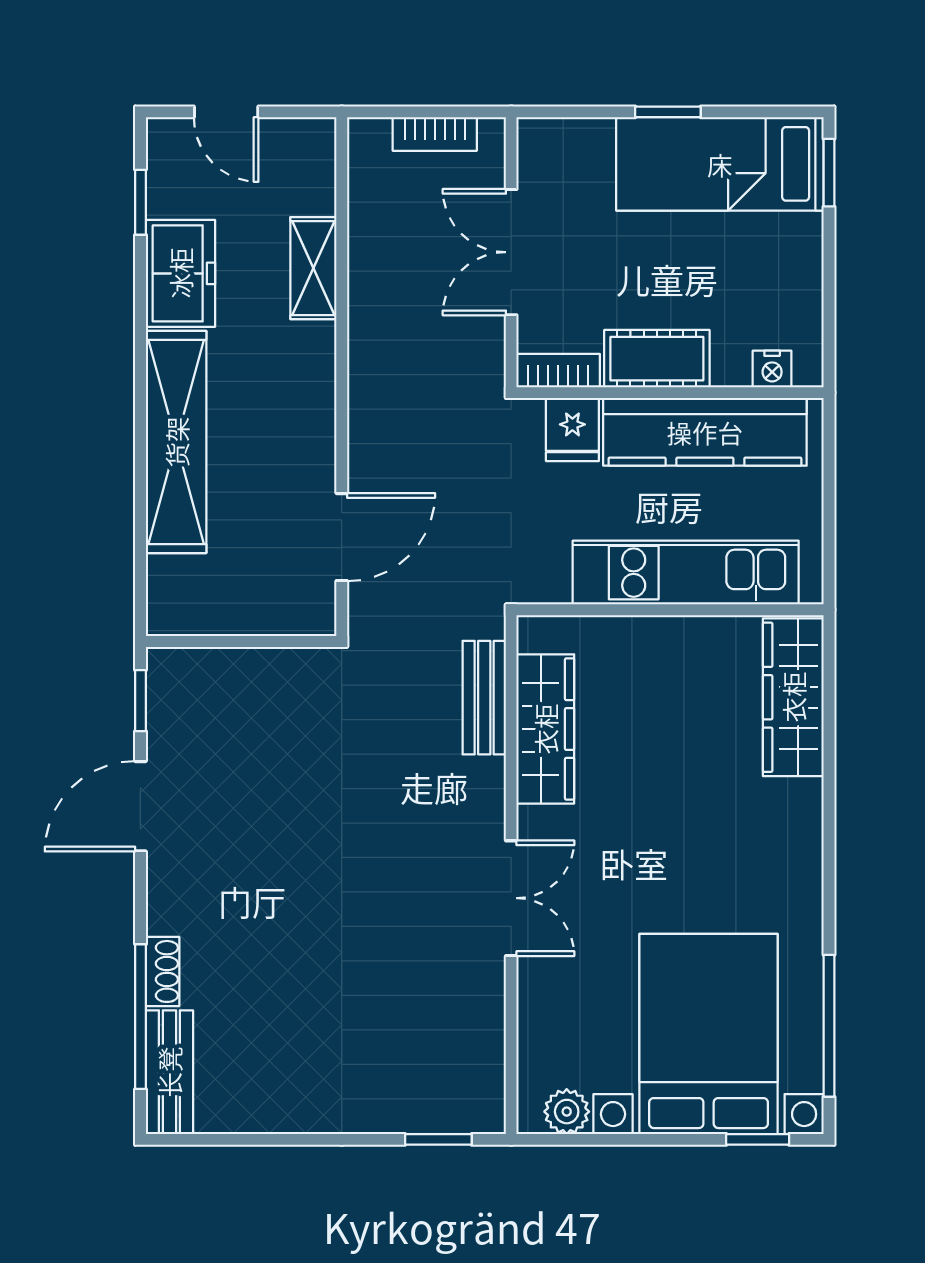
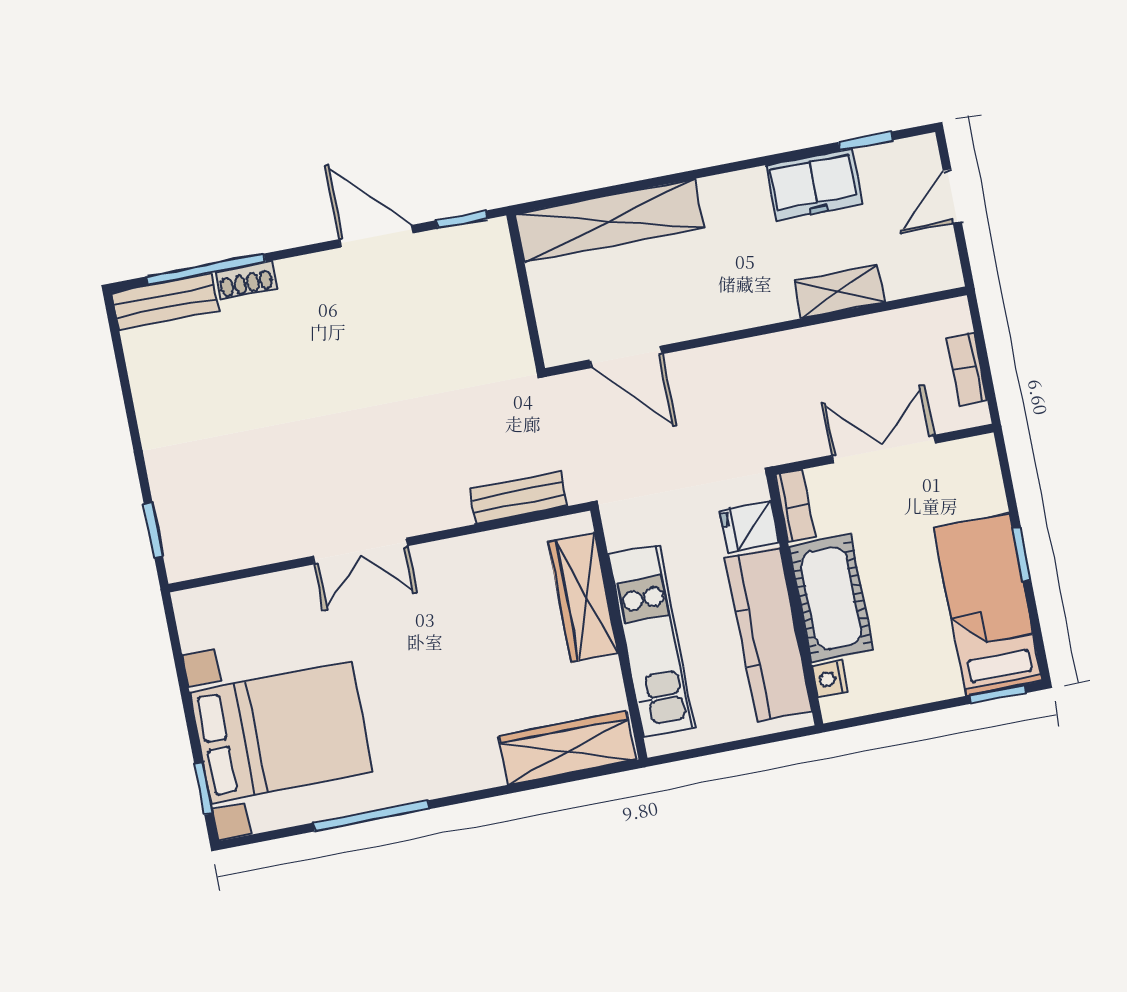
cot: (657, 359) -> (831, 598), width x1.37, depth x1.34
shelving: (176, 442) -> (610, 221), moved
wardrobe: (545, 729) -> (583, 598), moved, turned 90
window: (829, 1026) -> (371, 816), moved
plant: (567, 1112) -> (196, 629), removed

